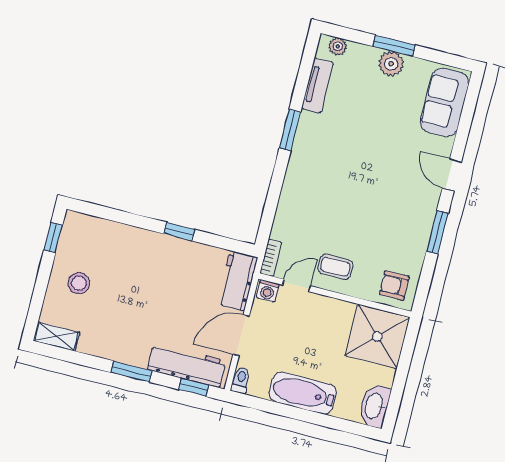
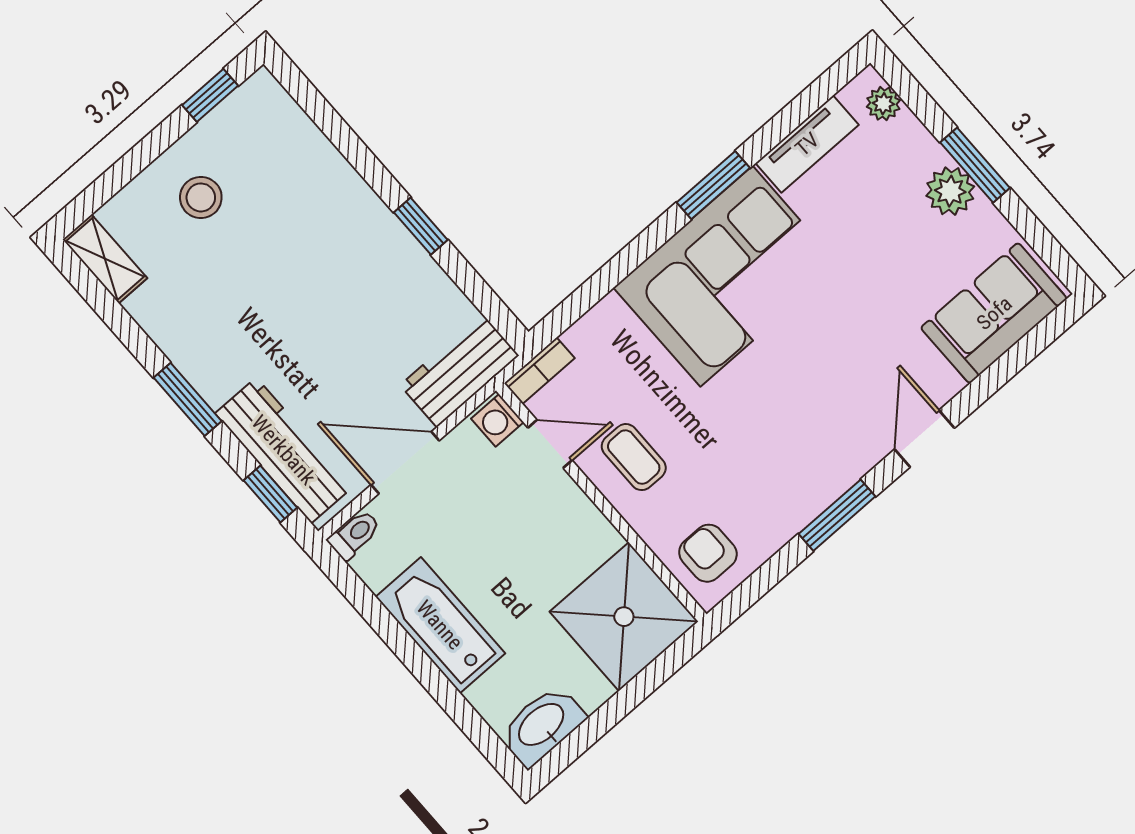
corner sofa: (322, 164) -> (726, 276), added

